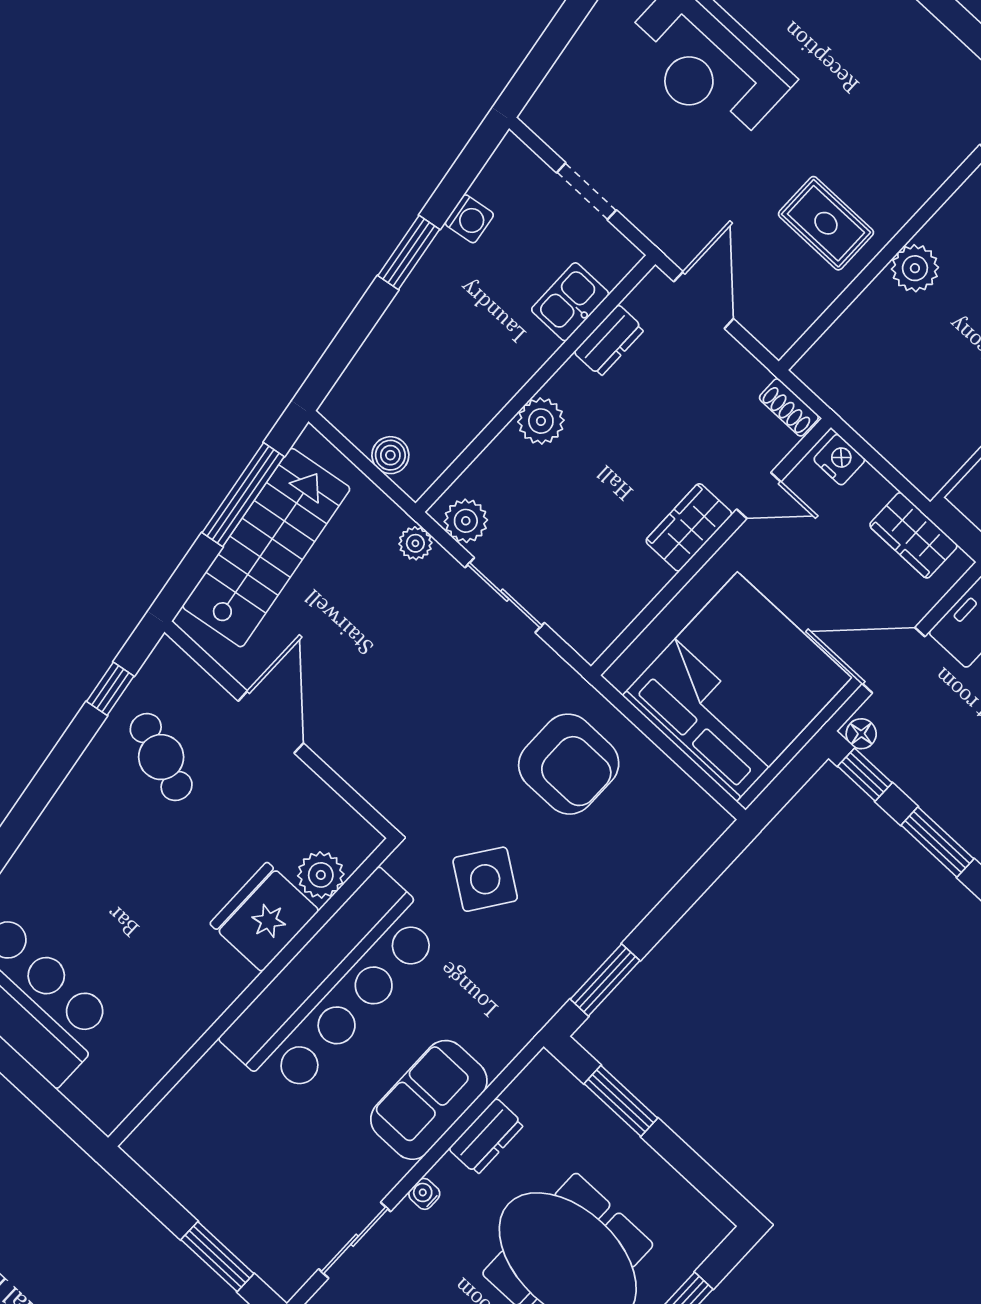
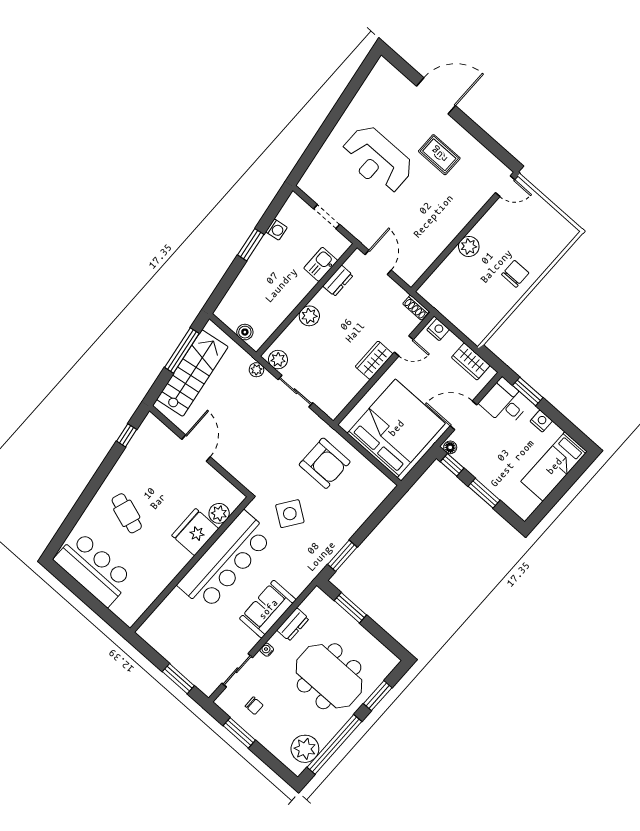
rug: (826, 223) -> (439, 155), moved
cafe table: (161, 757) -> (127, 513), moved

